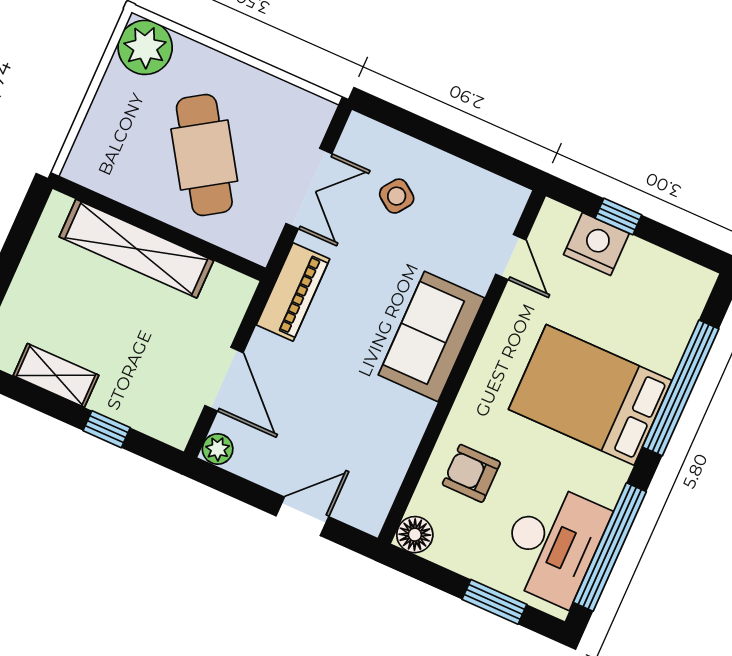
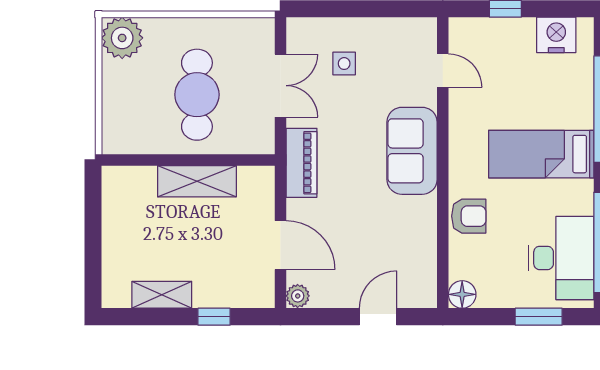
cafe table: (204, 155) -> (197, 95), turned 33
side table: (397, 196) -> (344, 64), turned -36
nightstand: (596, 244) -> (556, 35), moved
shelving: (136, 249) -> (197, 181), width x0.68
bed: (590, 395) -> (541, 154), width x0.67
armchair: (471, 473) -> (469, 216), moved, turned 180

